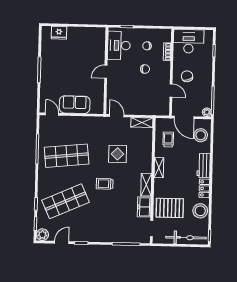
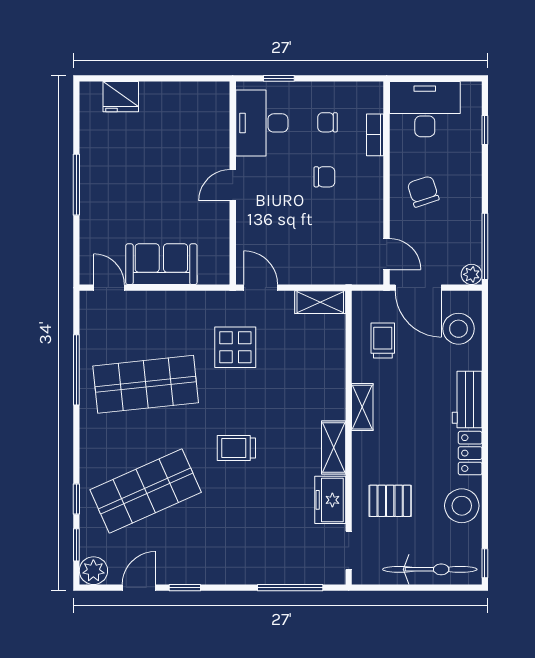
door: (171, 91) -> (387, 254), moved
display table: (118, 154) -> (235, 347), moved
pallet: (170, 208) -> (390, 501), width x0.67, depth x0.71

